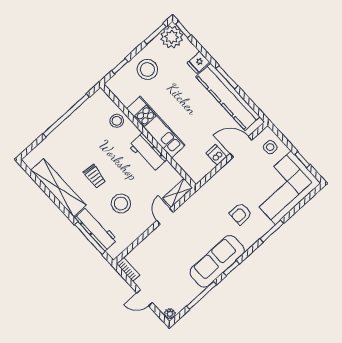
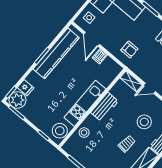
fridge: (198, 62) -> (26, 88), moved
stool: (147, 69) -> (60, 131), moved
armchair: (241, 214) -> (129, 50), moved

